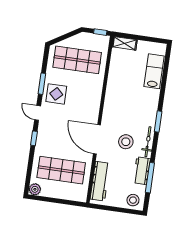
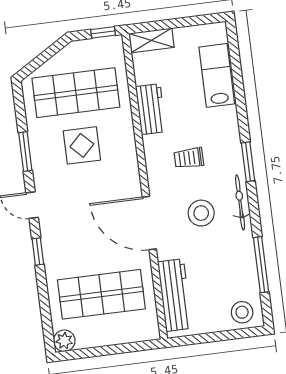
display table: (56, 94) -> (82, 145), moved
trolley: (127, 111) -> (189, 158), added
workbench: (142, 171) -> (151, 109), moved, turned 180

